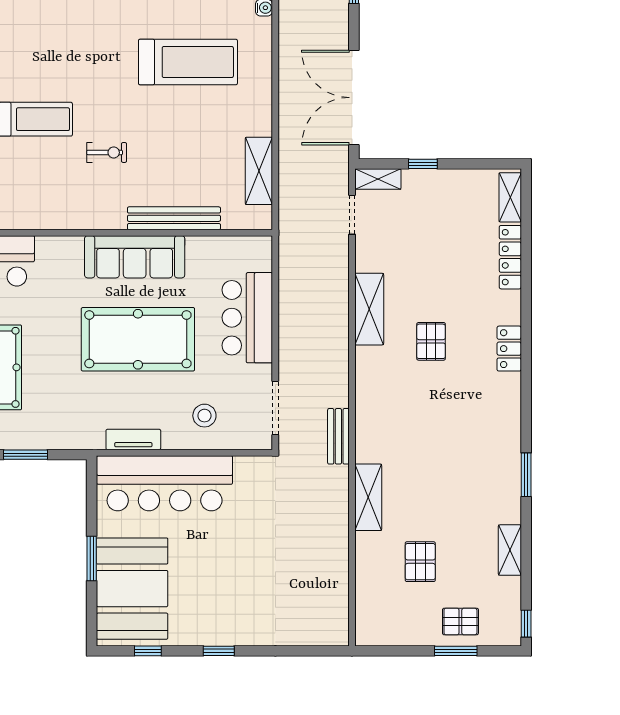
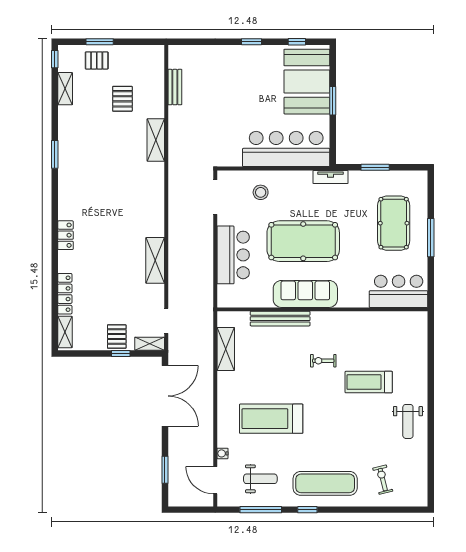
pallet: (431, 341) -> (117, 337), moved
bench: (338, 436) -> (175, 87), moved
tv unit: (133, 439) -> (330, 177), moved
shelving: (510, 550) -> (65, 89), moved

